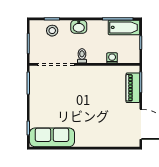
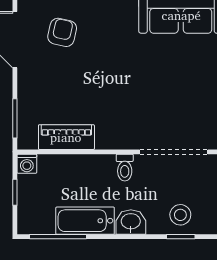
bathtub: (124, 27) -> (85, 221), moved
washing machine: (112, 58) -> (27, 164), moved
piano: (133, 88) -> (66, 137), moved, turned -90
armchair: (115, 128) -> (62, 32), added

